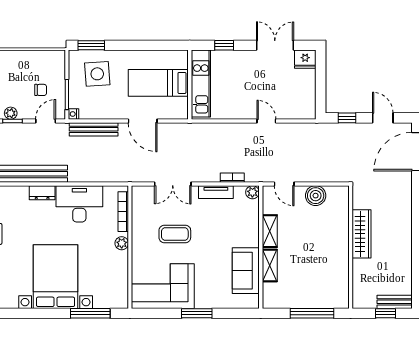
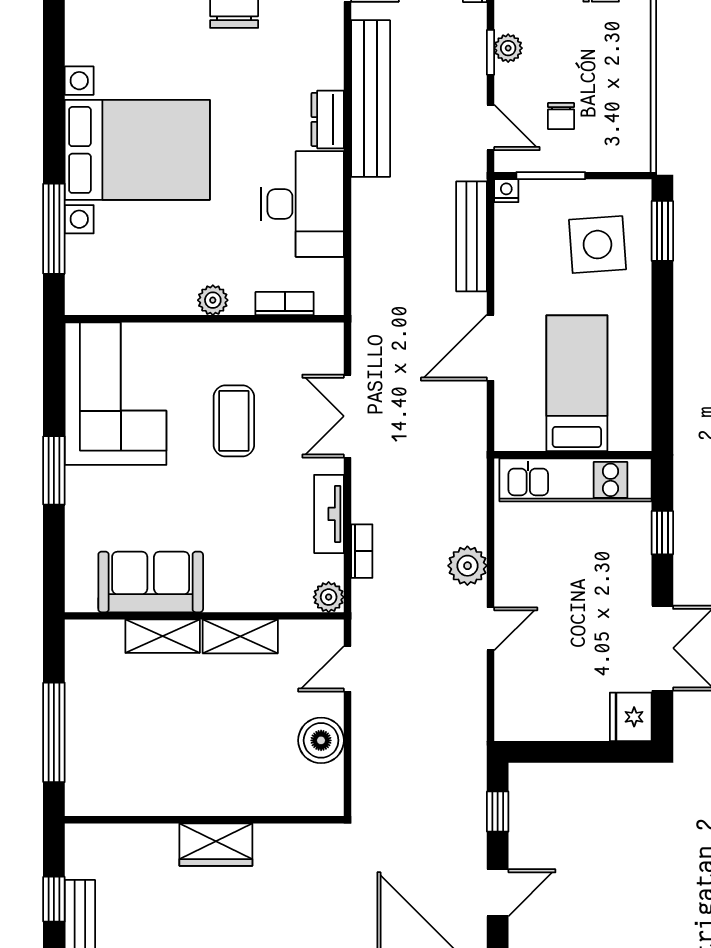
plant: (239, 131) -> (467, 566), added
bookcase: (123, 212) -> (285, 304), width x0.64
wardrobe: (362, 234) -> (216, 845), width x0.67

